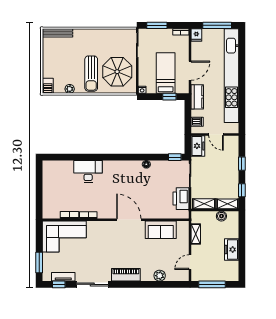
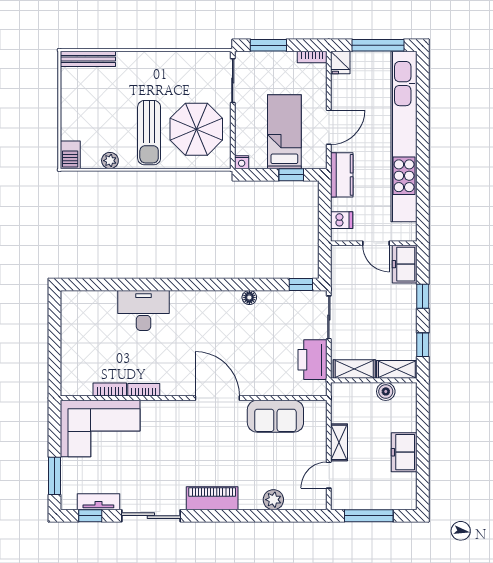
freezer: (198, 146) -> (405, 264), moved, turned 180
shelving: (196, 234) -> (339, 442), moved

